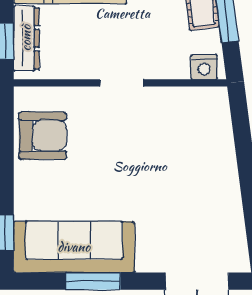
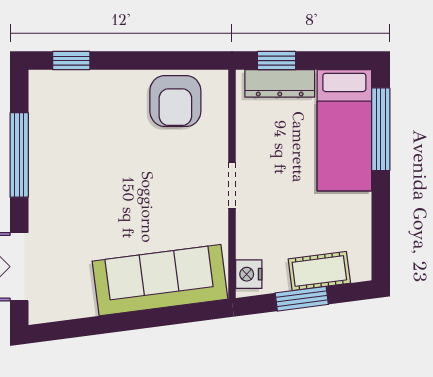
sofa: (74, 247) -> (160, 280), moved, turned -97
window: (93, 281) -> (19, 155), width x1.44

